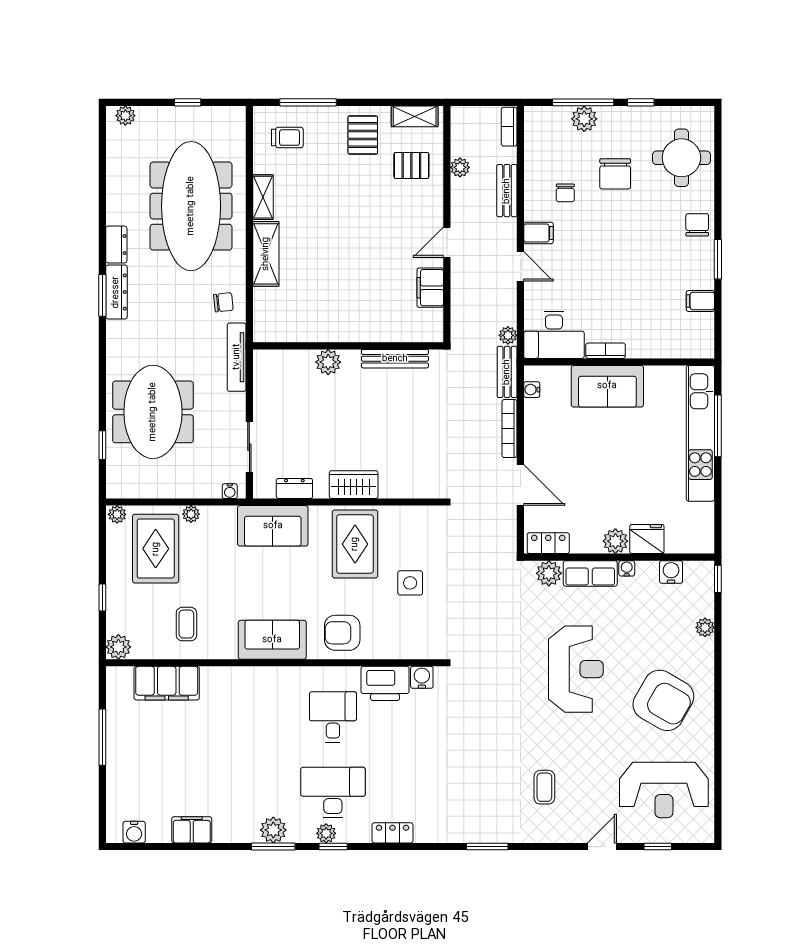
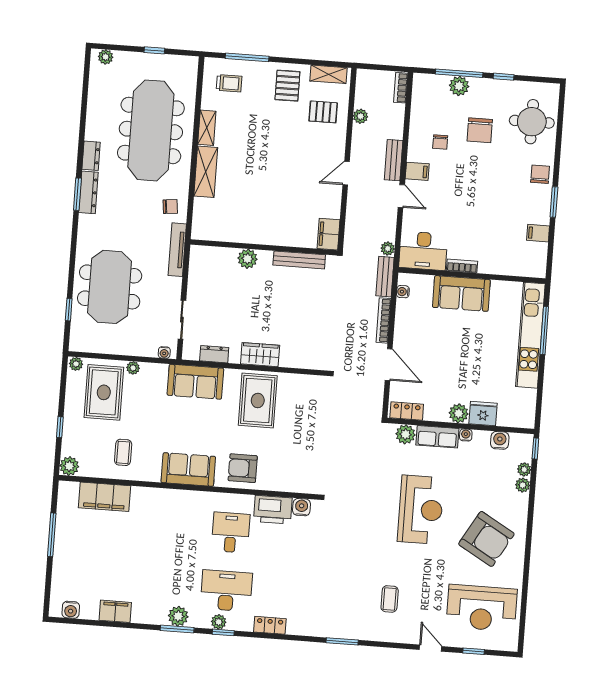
bench: (507, 191) -> (394, 160), moved
filing cabinet: (430, 288) -> (329, 234), moved
side table: (410, 583) -> (298, 434), removed
plant: (705, 607) -> (524, 469), added
door: (602, 847) -> (430, 648), hinge flipped

